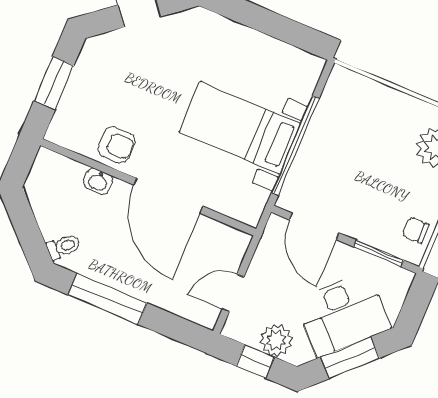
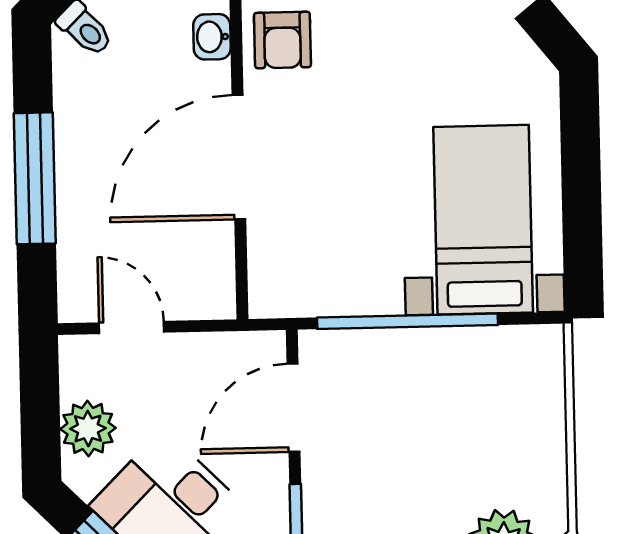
bed with nightstands: (240, 128) -> (483, 220), moved
window: (107, 299) -> (35, 178), moved
window: (255, 361) -> (40, 410), removed

